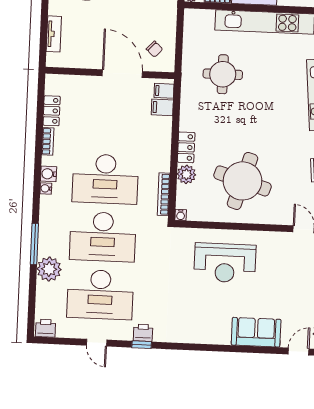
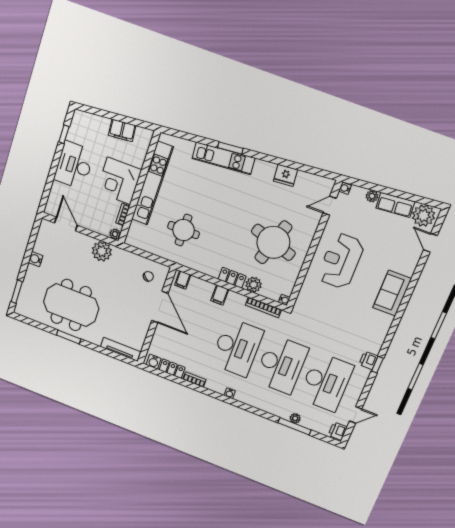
tv unit: (54, 34) -> (120, 349), width x1.41
door: (122, 74) -> (160, 307), swing flipped
filing cabinet: (162, 107) -> (220, 295), moved
water cooler: (49, 174) -> (154, 362), moved
window: (34, 244) -> (295, 426), moved
reception desk: (225, 263) -> (341, 261), moved, turned 180
plant: (49, 269) -> (295, 418), width x0.53, depth x0.53
sofa: (256, 332) -> (392, 293), moved
door: (97, 343) -> (356, 415), moved

